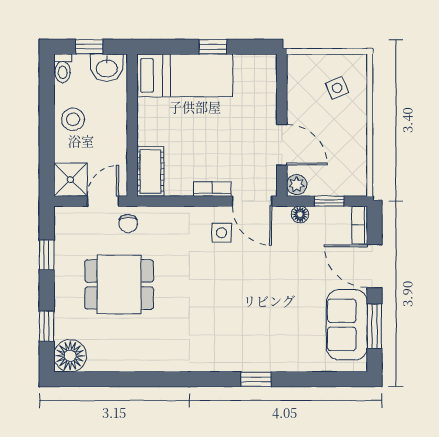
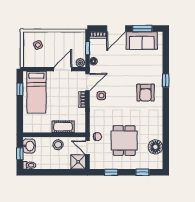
window: (213, 47) -> (20, 89), moved
bed: (185, 75) -> (36, 92), moved, turned 180
stool: (73, 119) -> (58, 145), moved
cot: (150, 171) -> (63, 127), moved
armchair: (228, 333) -> (146, 93), added
floor lamp: (70, 356) -> (155, 147), moved

